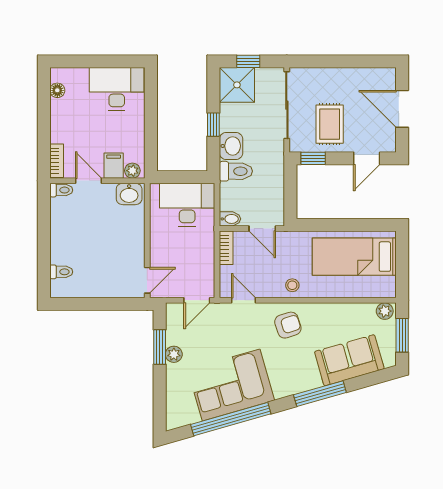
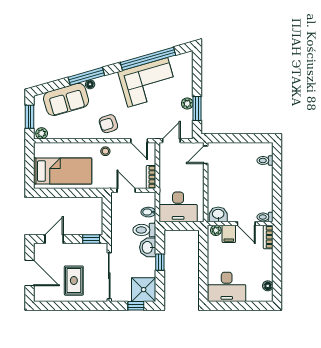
rug: (330, 124) -> (74, 281), moved
bidet: (230, 219) -> (148, 212), moved
floor lamp: (315, 382) -> (90, 84), added

